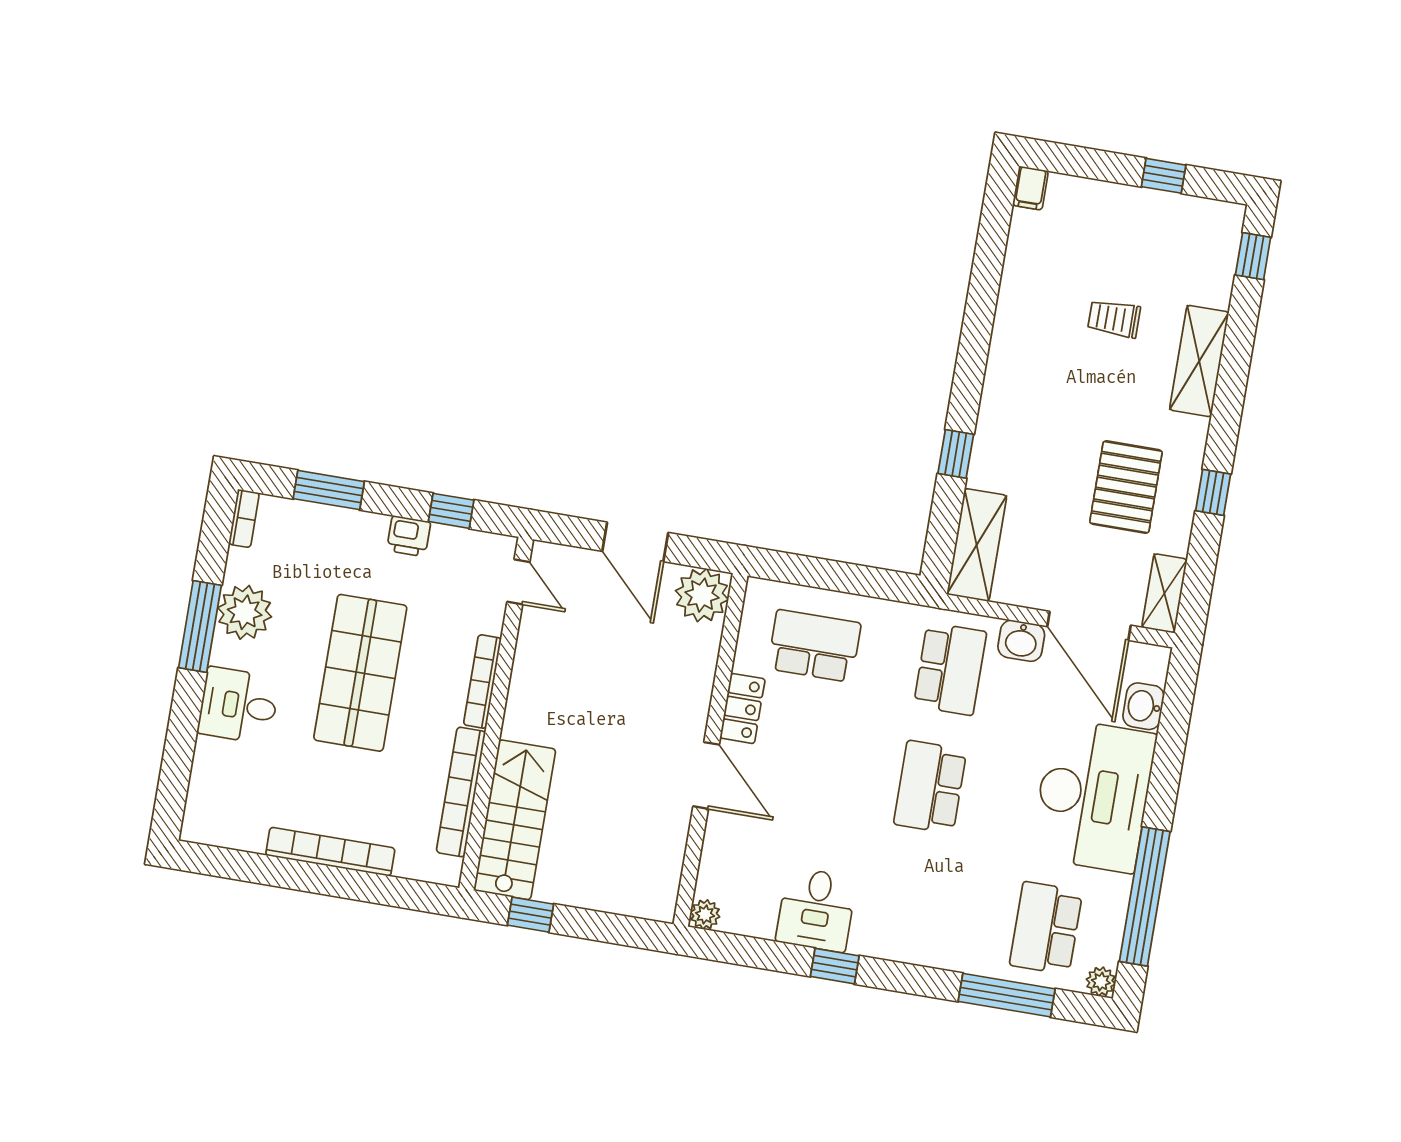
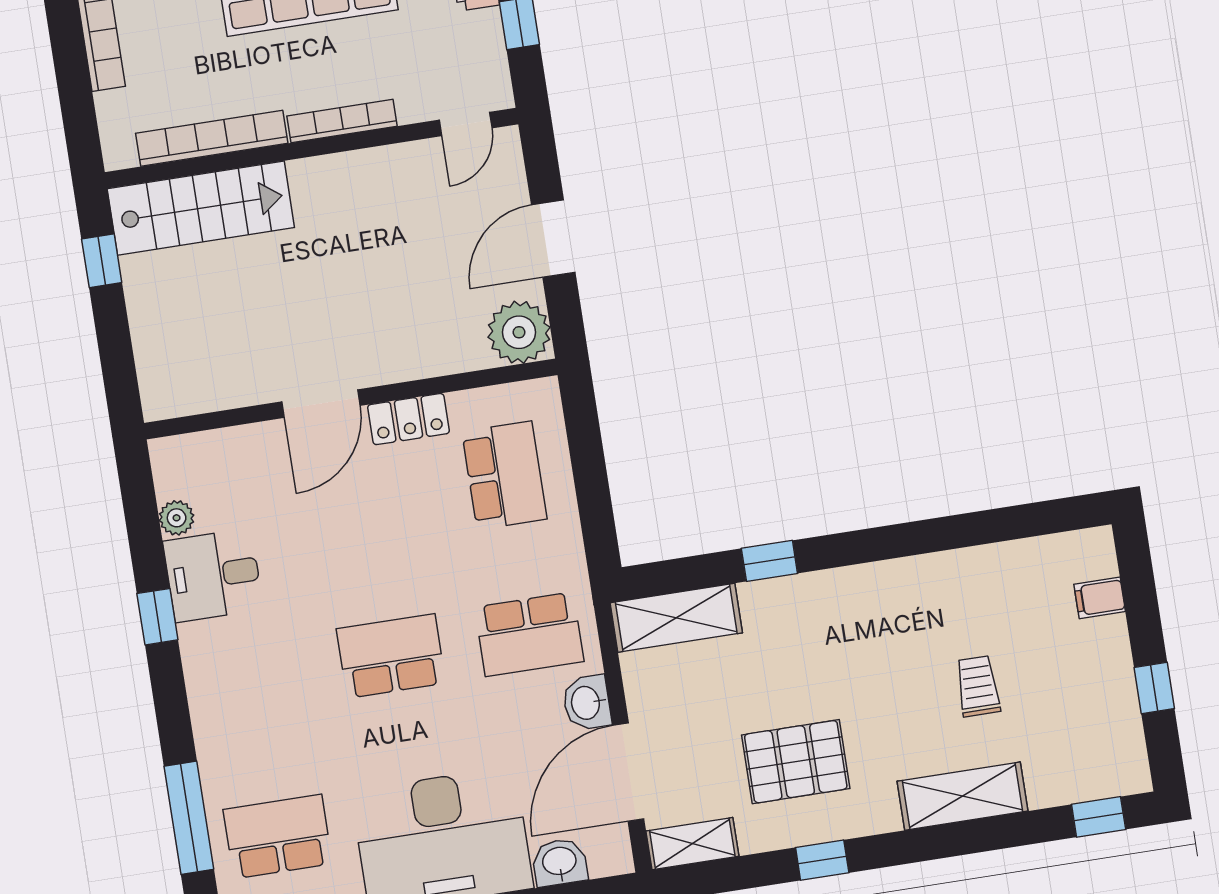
filing cabinet: (1030, 188) -> (1100, 598), moved
plant: (705, 914) -> (177, 518), moved

